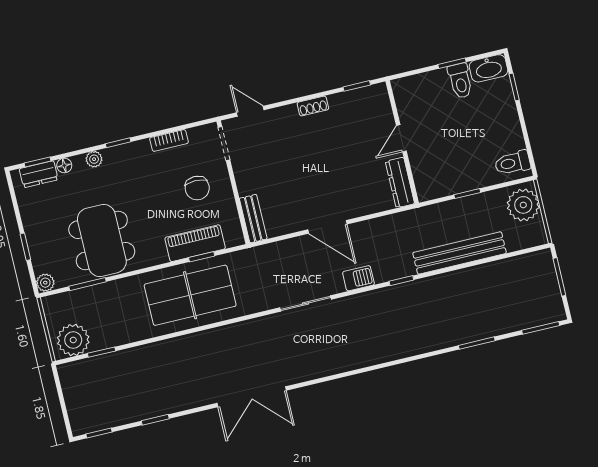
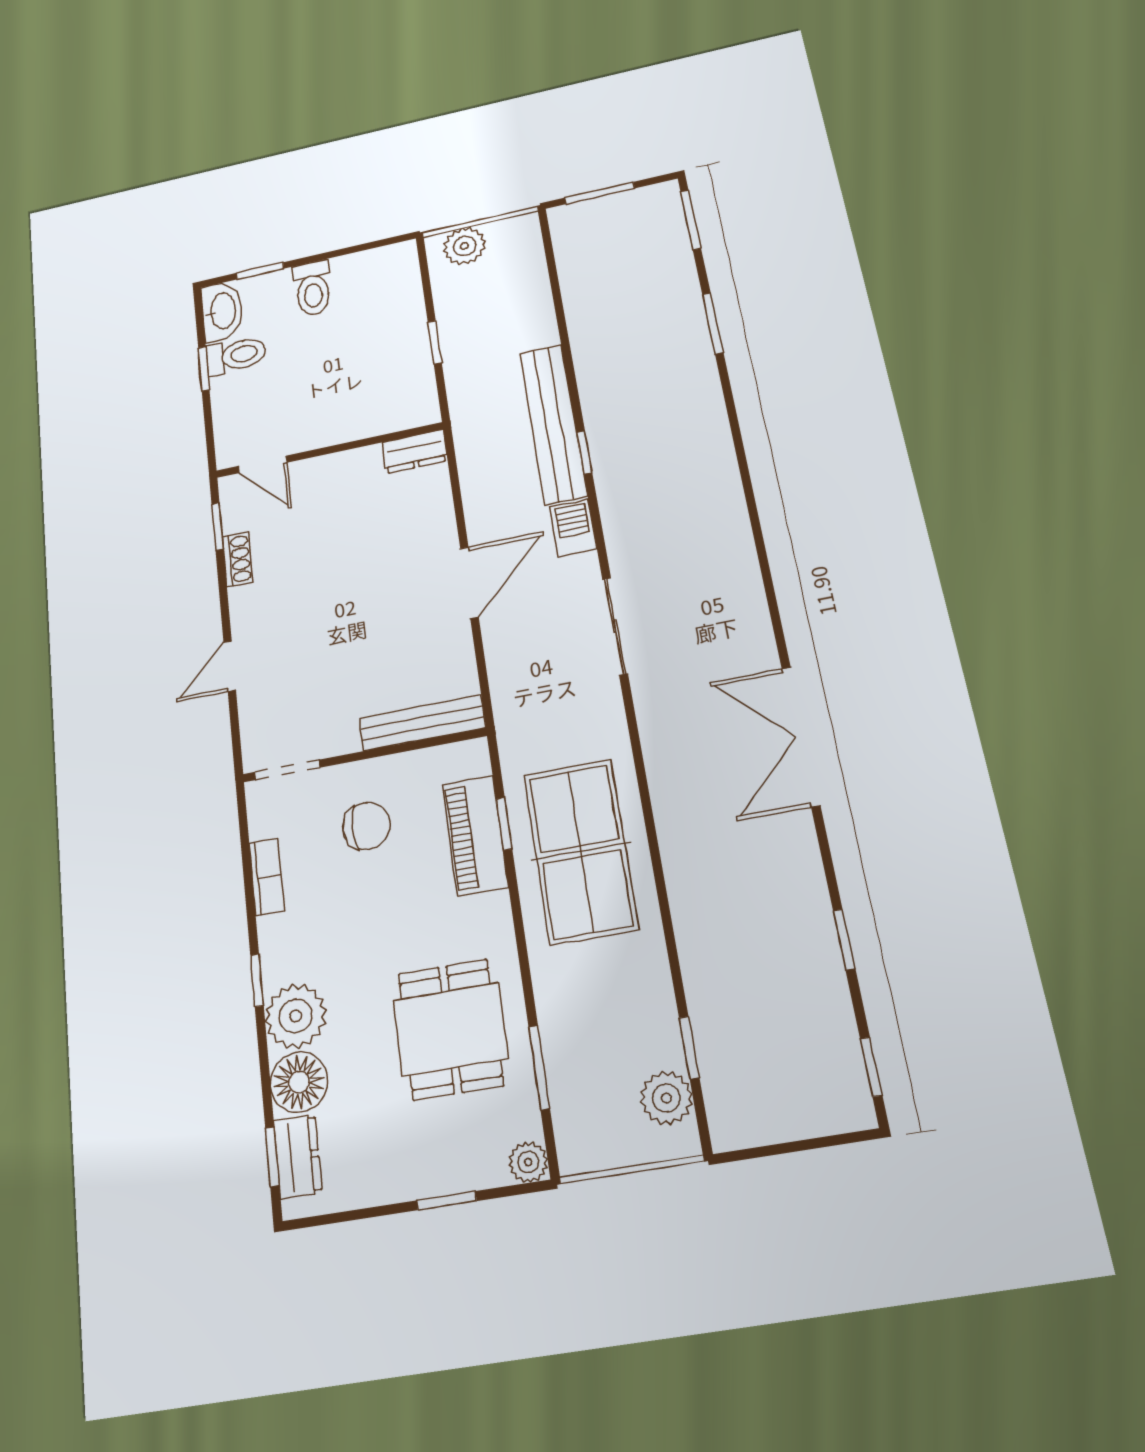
shoe rack: (313, 106) -> (238, 559), moved
door: (250, 111) -> (230, 666), moved
door: (401, 138) -> (263, 464), moved
plant: (94, 159) -> (296, 1016), width x1.88, depth x1.88
toilet: (513, 163) -> (313, 288), moved
floor lamp: (64, 165) -> (299, 1082), width x1.89, depth x1.89
dresser: (400, 183) -> (415, 451), width x0.70
plant: (523, 205) -> (464, 246), width x0.73, depth x0.73
bench: (253, 219) -> (422, 723), width x1.36
dining table: (102, 240) -> (450, 1029), width x0.73
bench: (460, 253) -> (553, 424), moved
plant: (73, 340) -> (666, 1098), width x0.73, depth x0.73
double door: (252, 397) -> (801, 736), swing flipped

